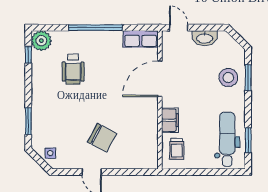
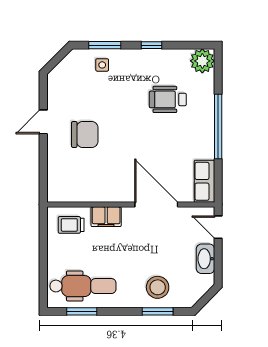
door: (179, 28) -> (218, 227), swing flipped
window: (28, 55) -> (152, 45), moved
chair: (102, 138) -> (85, 134), turned -118
side table: (50, 153) -> (102, 65), moved

